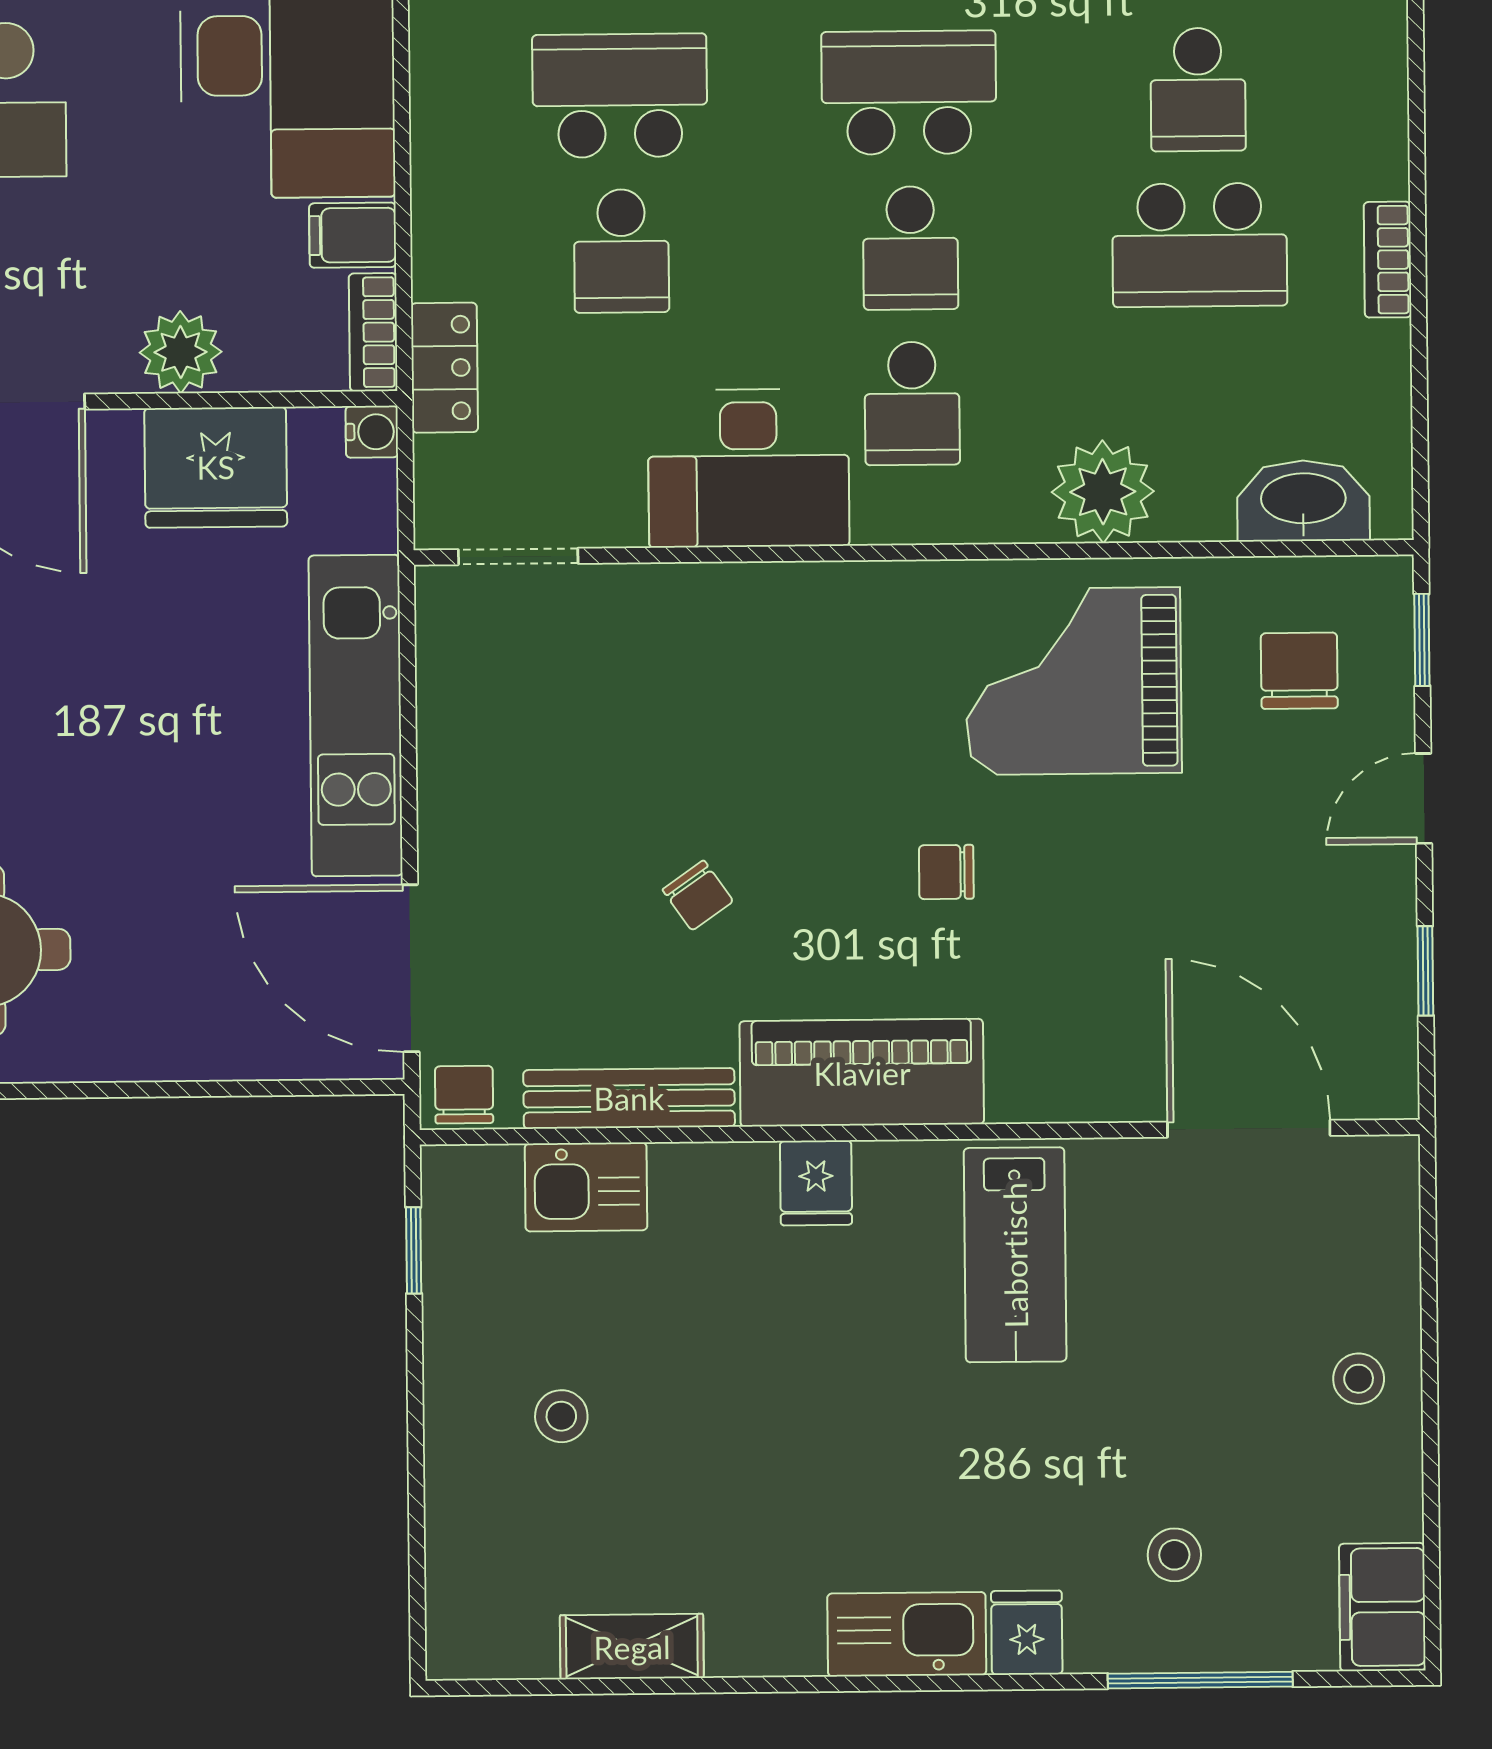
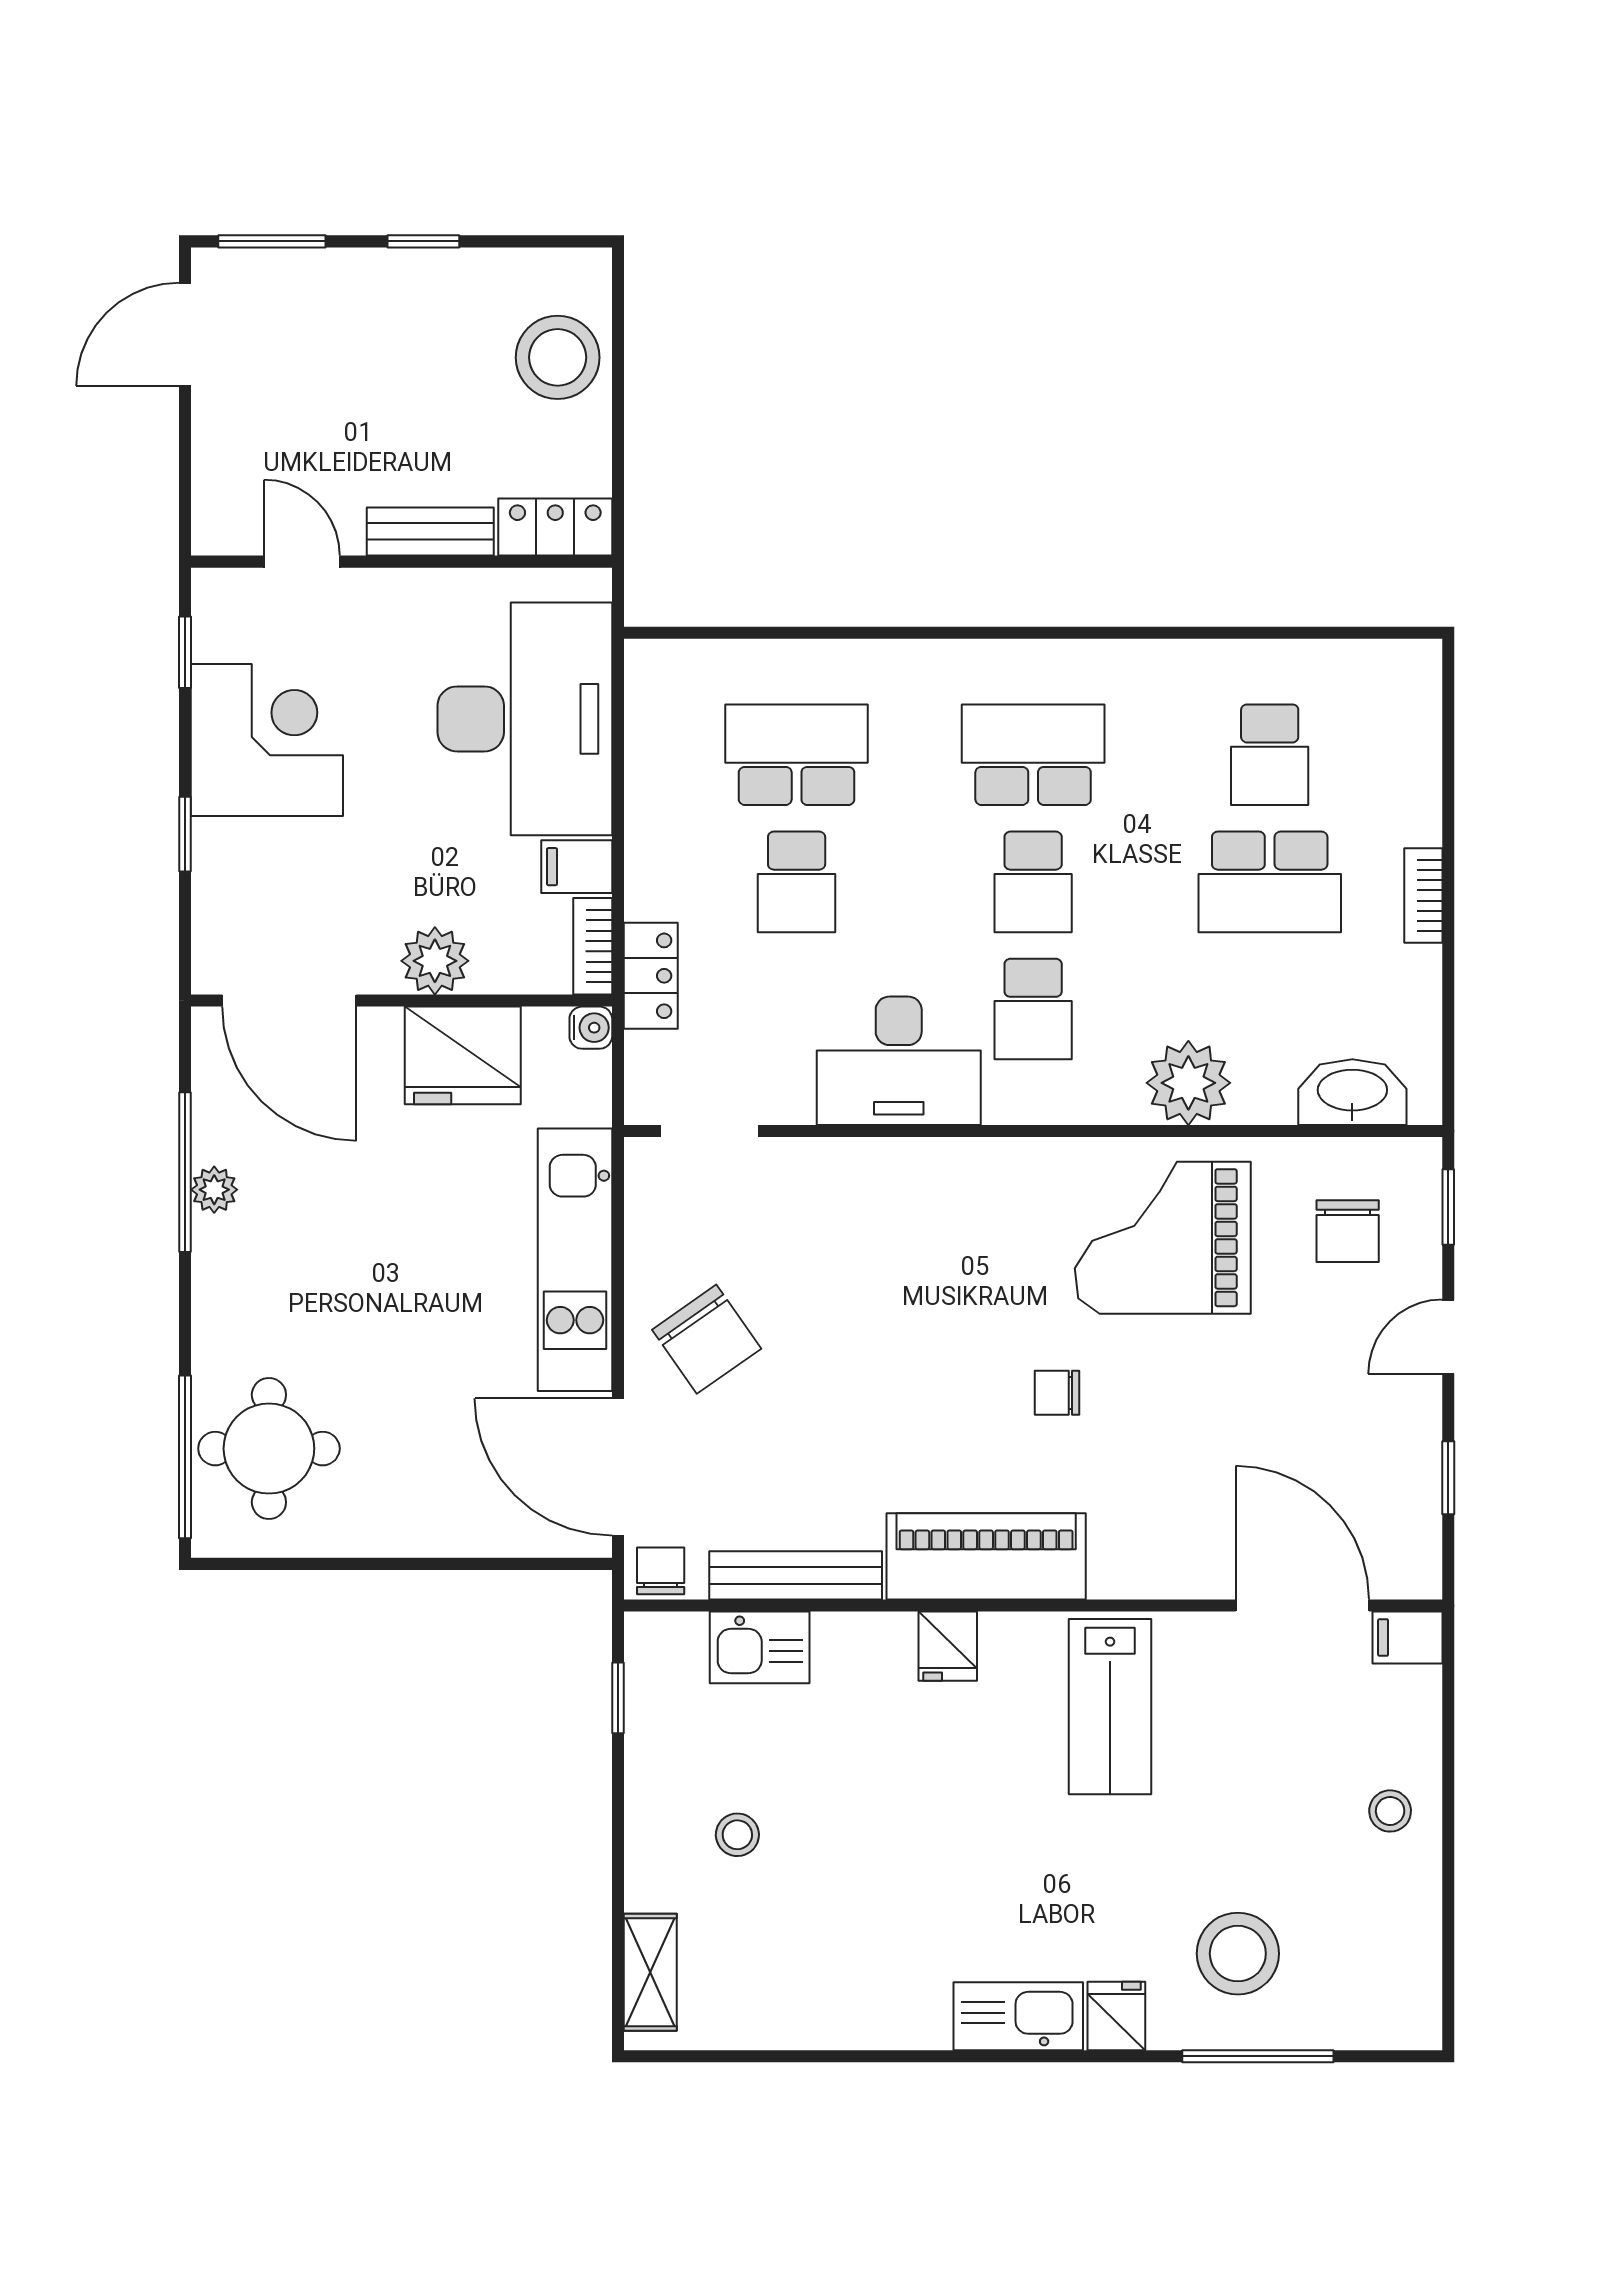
chair: (1299, 671) -> (1348, 1231), turned 180
chair: (698, 895) -> (707, 1339), moved, width x1.87, depth x1.87
stool: (1174, 1555) -> (1238, 1954), width x1.89, depth x1.89
filing cabinet: (1382, 1607) -> (1407, 1638), moved, width x0.50
shelving: (632, 1647) -> (650, 1972), moved, turned 90

